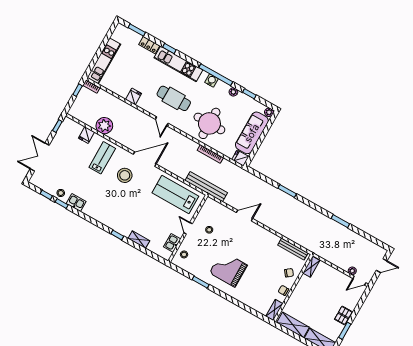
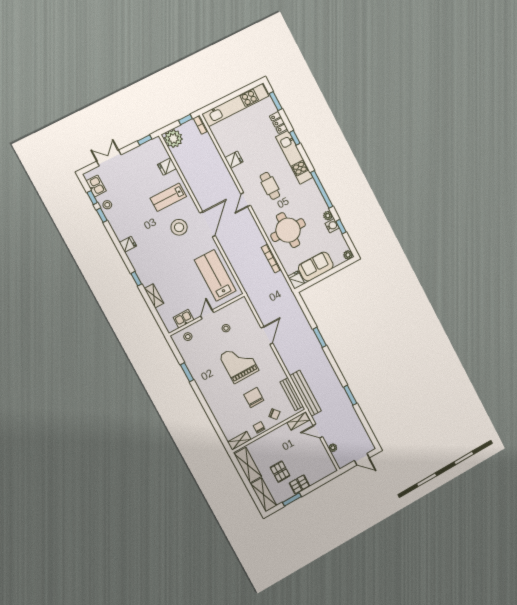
kitchen unit: (104, 61) -> (235, 105), width x1.36
water cooler: (211, 80) -> (332, 226), moved
cafe table: (174, 98) -> (270, 186), width x0.73, depth x0.74
plant: (104, 126) -> (173, 139), moved
sofa: (252, 133) -> (316, 267), width x0.73
double door: (40, 157) -> (109, 158), width x0.73
lab bench: (102, 158) -> (168, 197), turned 180
door: (145, 159) -> (208, 224), hinge flipped
bench: (206, 187) -> (305, 393), moved
kitchen sink: (76, 203) -> (96, 186), moved
fridge: (95, 213) -> (128, 244), added
door: (244, 216) -> (267, 335), hinge flipped
grand piano: (228, 269) -> (239, 363), moved
chair: (265, 270) -> (254, 398), added
door: (359, 281) -> (318, 431), moved
pallet: (322, 315) -> (280, 472), added

